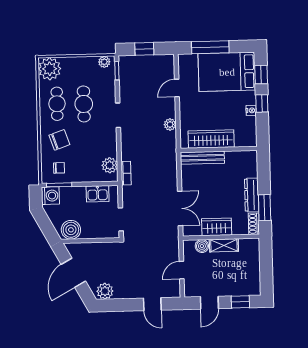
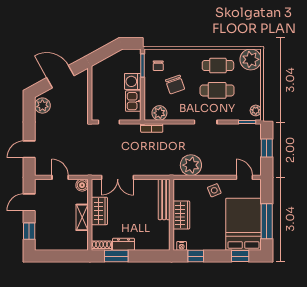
window: (210, 47) -> (267, 221), moved
door: (177, 88) -> (244, 177), moved
window: (262, 103) -> (196, 256), moved
side table: (191, 104) -> (214, 190), added
nightstand: (251, 110) -> (182, 246), moved
plant: (170, 124) -> (191, 165), width x1.88, depth x1.88
wardrobe: (211, 139) -> (181, 215), width x0.67
chair: (59, 140) -> (175, 84), moved
dresser: (252, 195) -> (123, 244), width x0.70
washing machine: (50, 196) -> (133, 81), moved, turned 90
boiler: (71, 230) -> (100, 75), removed
boiler: (202, 246) -> (82, 185), moved
door: (209, 303) -> (29, 202), hinge flipped

